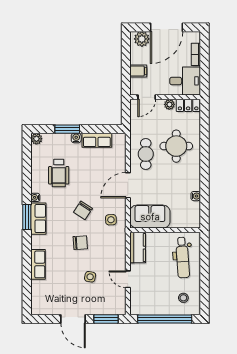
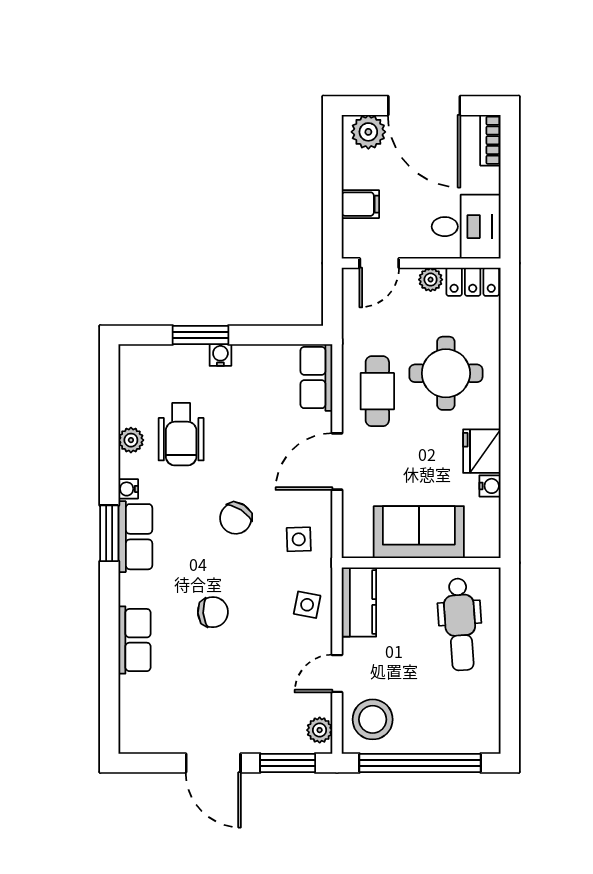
door: (167, 27) -> (424, 106), hinge flipped
bookcase: (196, 54) -> (490, 140), moved
plant: (36, 139) -> (131, 440), moved
row of seats: (97, 140) -> (316, 378), moved, turned 90
fridge: (192, 181) -> (482, 451), added
sofa: (150, 217) -> (419, 532), moved
chair: (80, 243) -> (213, 612), moved
side table: (90, 277) -> (307, 605), moved
door: (128, 279) -> (337, 674), hinge flipped
stool: (183, 298) -> (373, 719), moved, width x1.89, depth x1.89
plant: (120, 304) -> (320, 730), added

